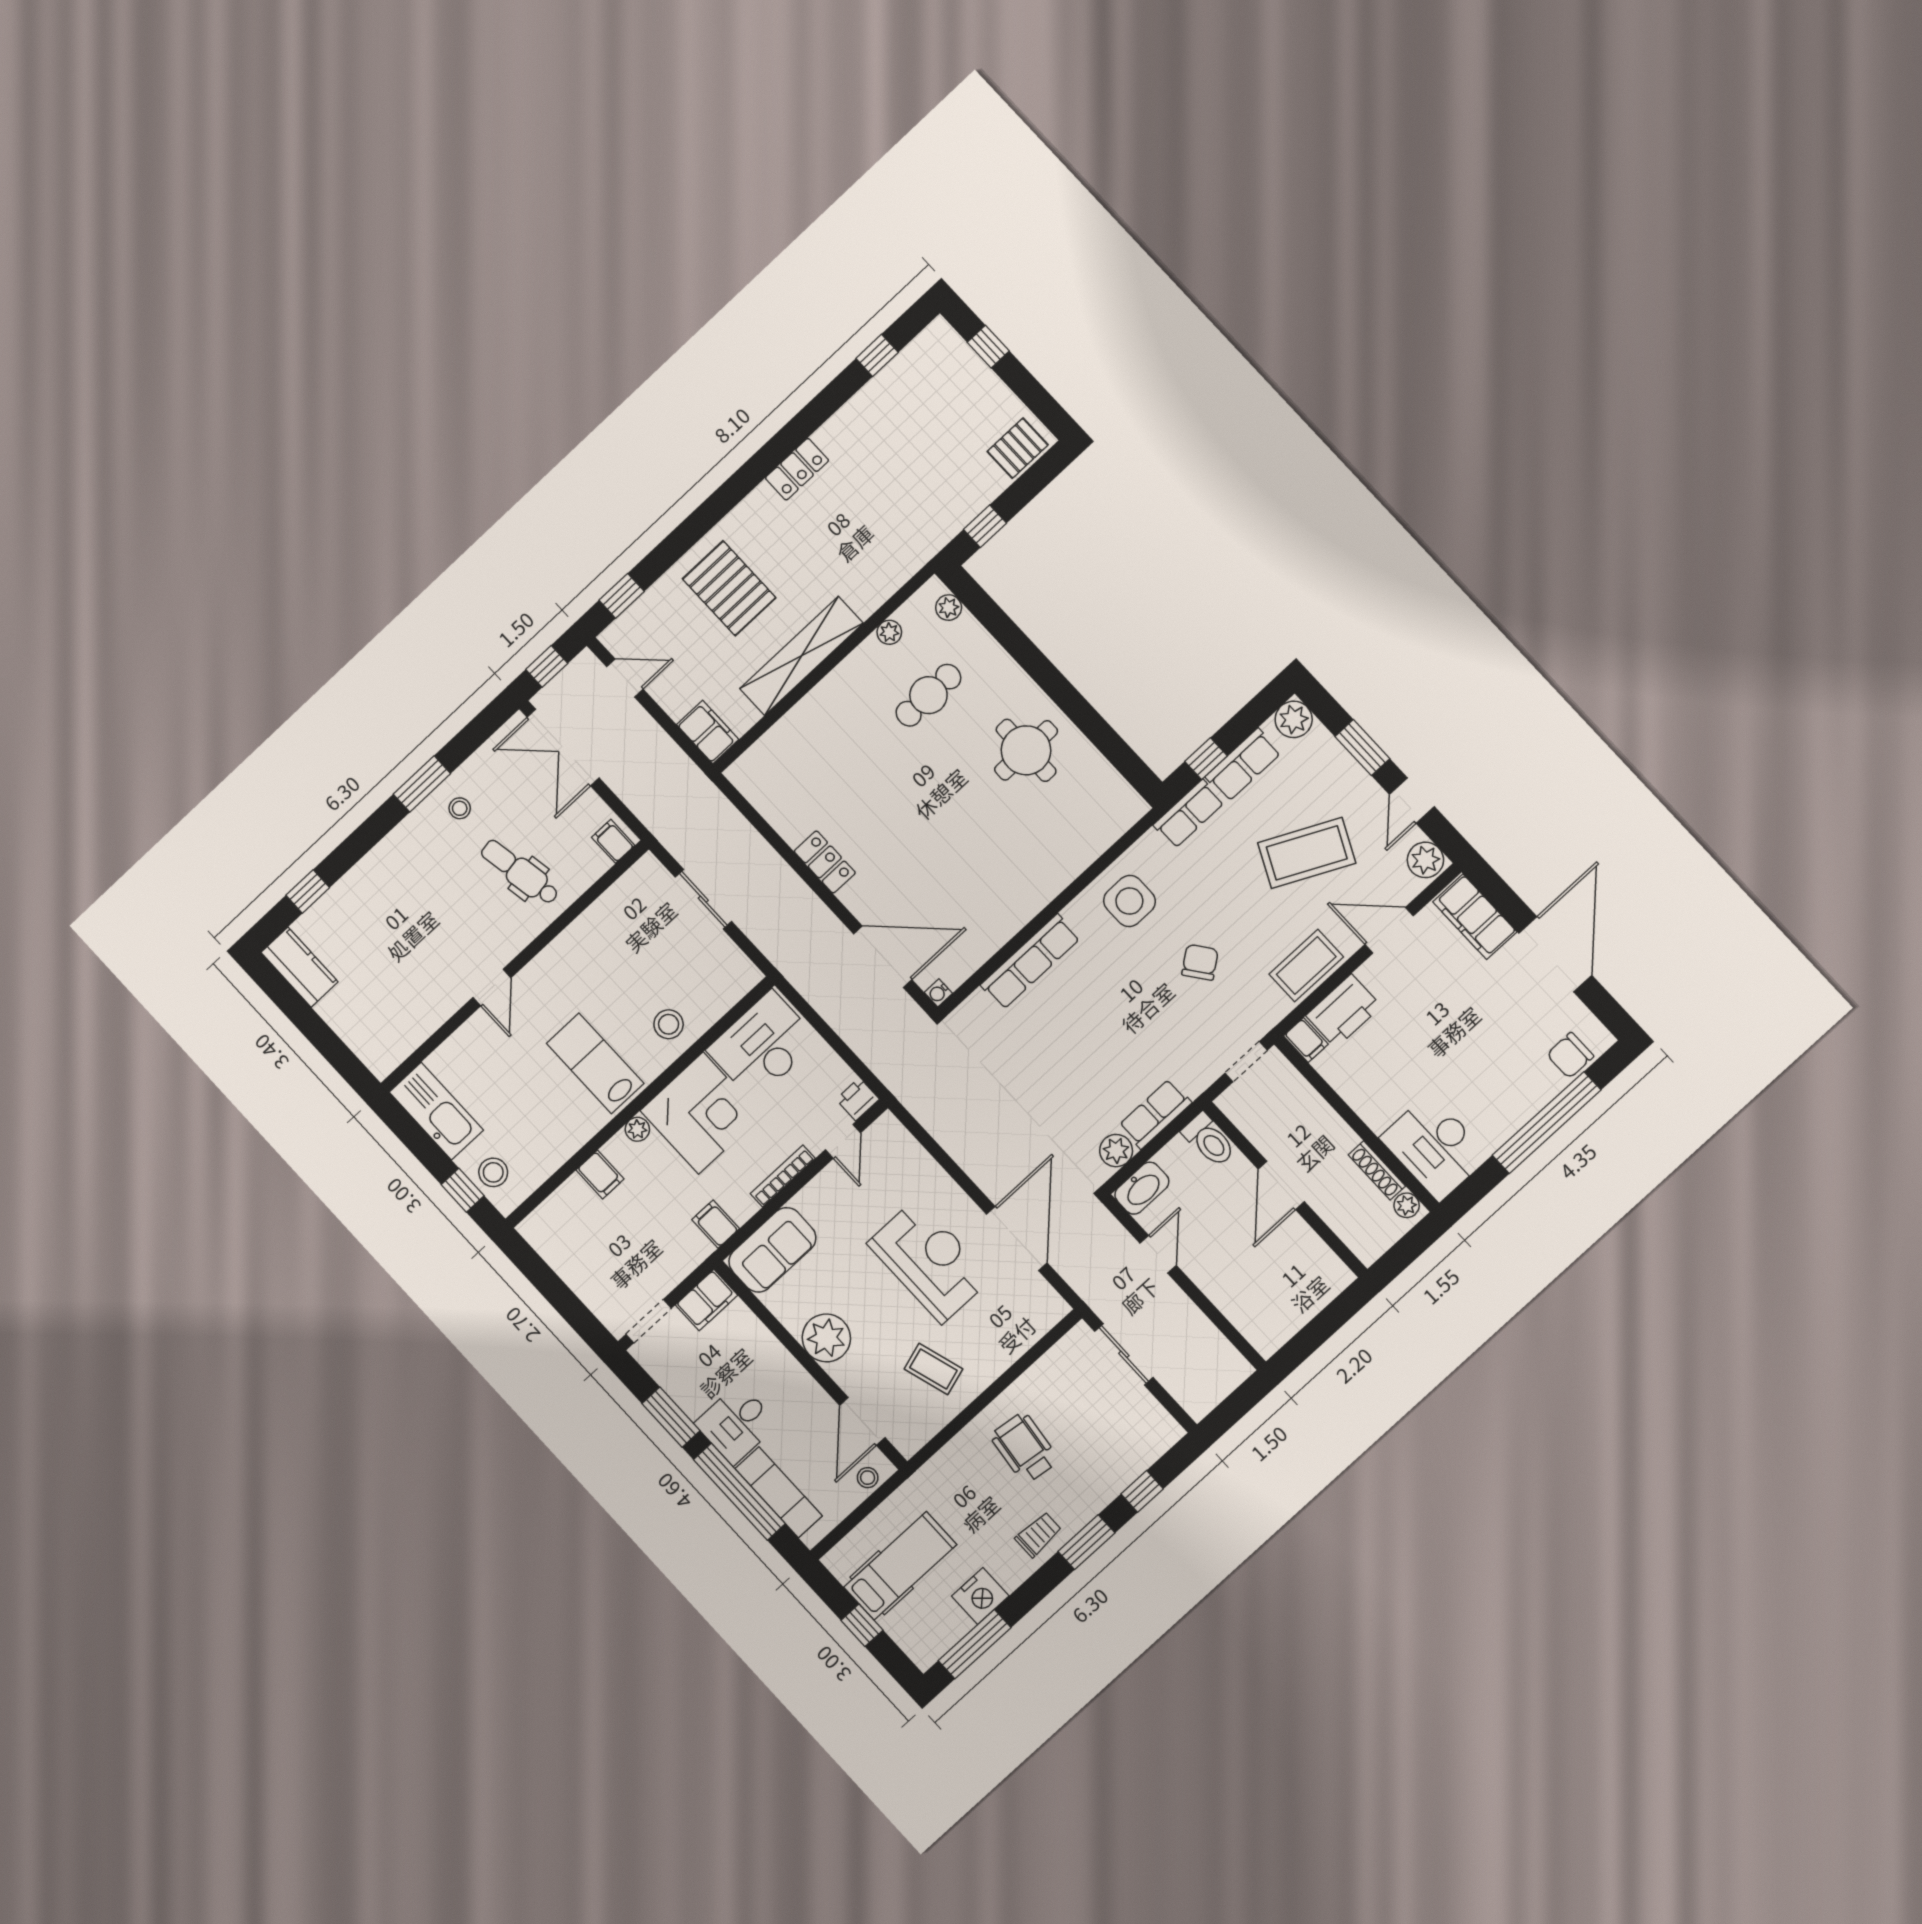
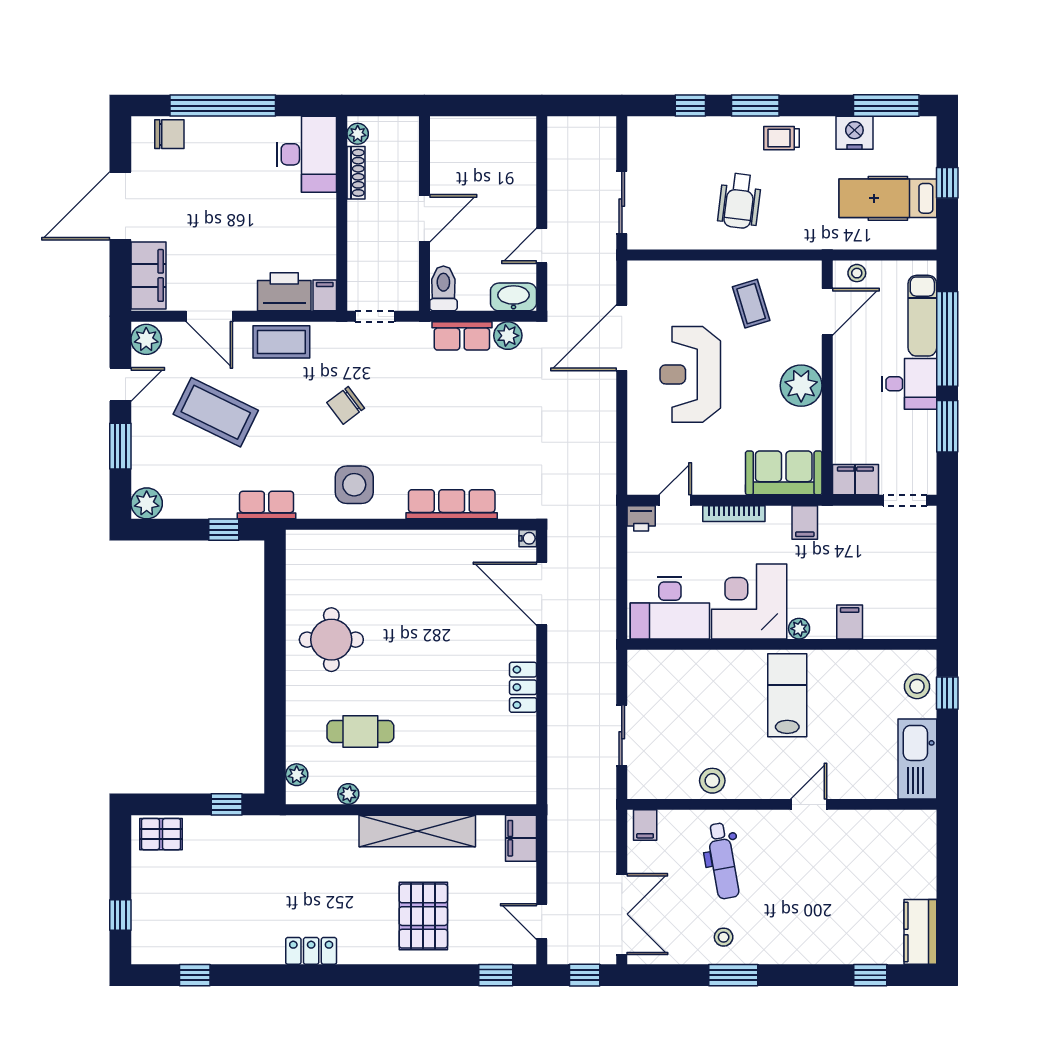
row of seats: (1243, 765) -> (204, 504), removed
stool: (669, 1024) -> (712, 781), moved
lab bench: (595, 1063) -> (787, 695), turned 180

